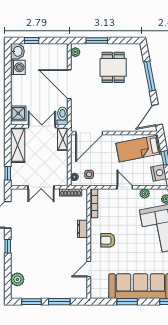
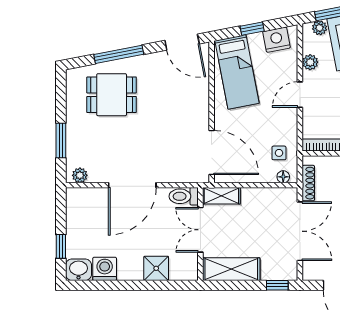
dining table: (113, 67) -> (112, 95), moved
shower: (18, 113) -> (156, 268), moved
double door: (41, 187) -> (300, 231), width x1.37

